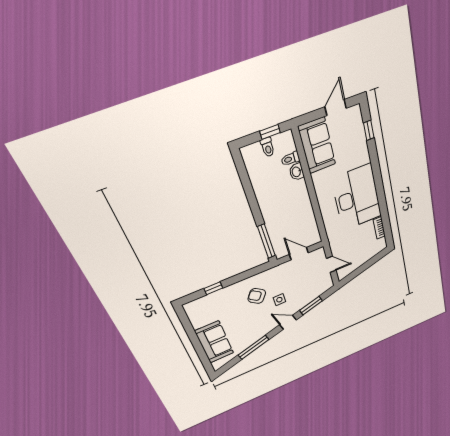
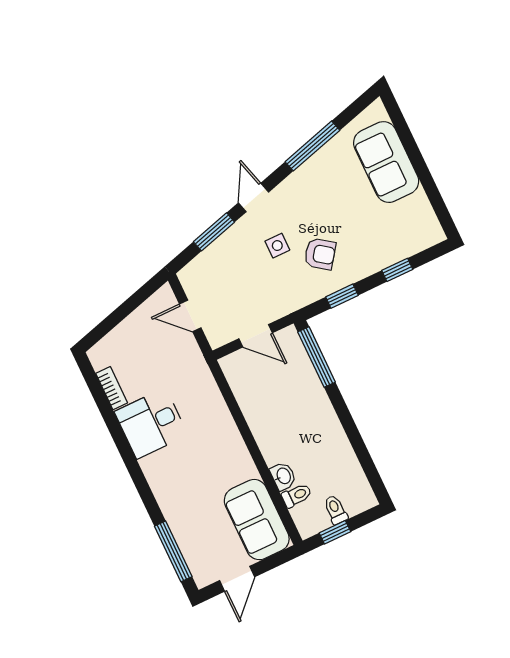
window: (369, 130) -> (173, 551), width x2.17
desk: (357, 198) -> (151, 423), width x0.53, depth x0.77
window: (247, 274) -> (342, 296), added
door: (288, 322) -> (253, 197), swing flipped

